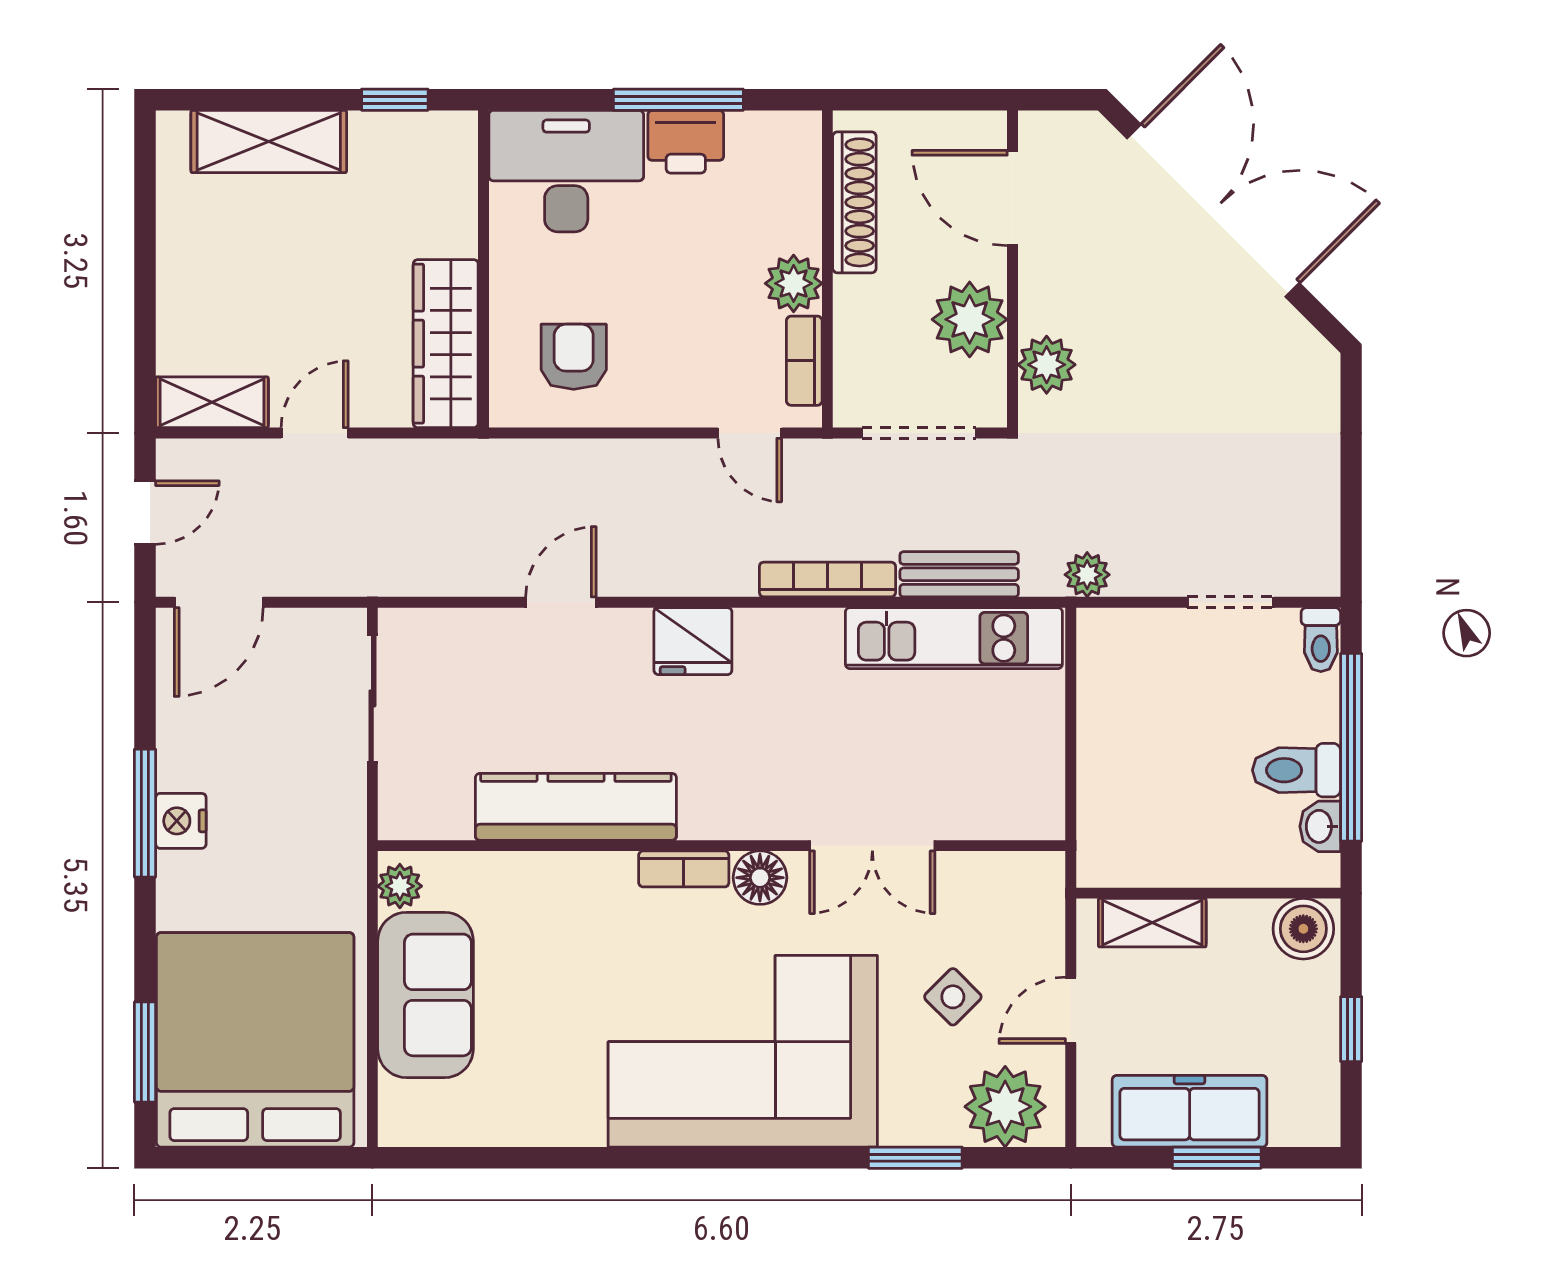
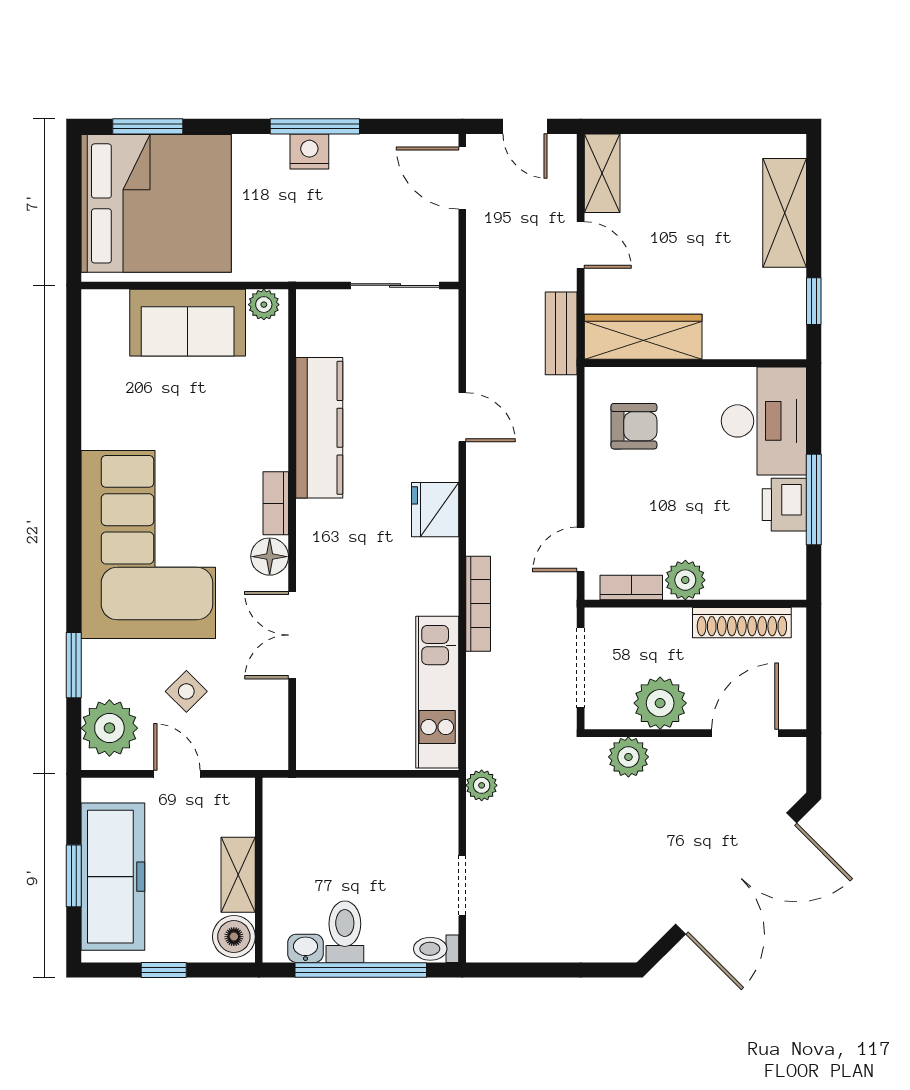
bench: (959, 574) -> (561, 333), moved
shelving: (1152, 923) -> (238, 875), moved
freezer: (1190, 1111) -> (113, 877), width x1.36, depth x1.26

